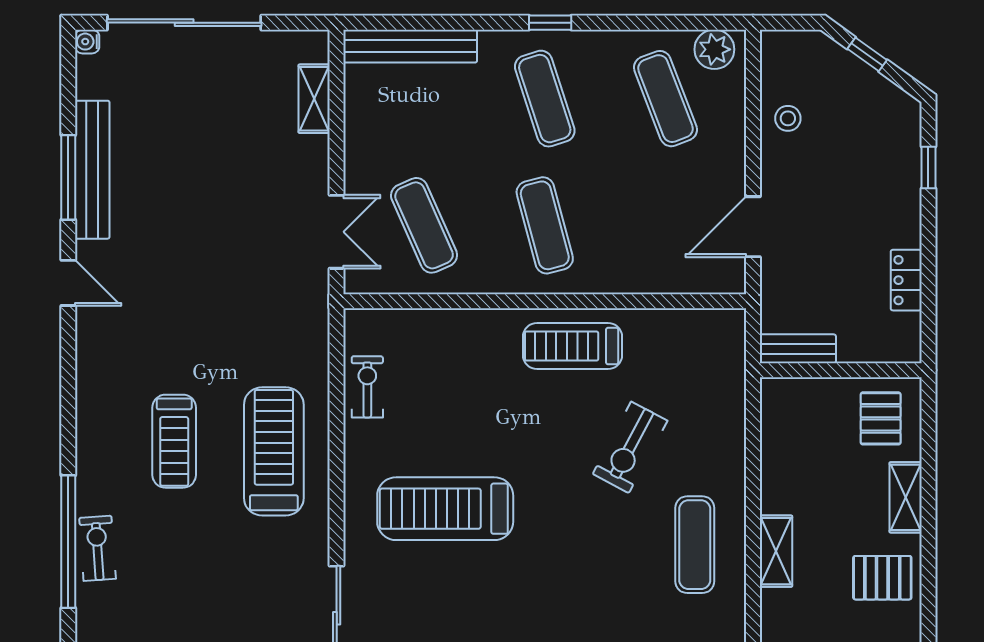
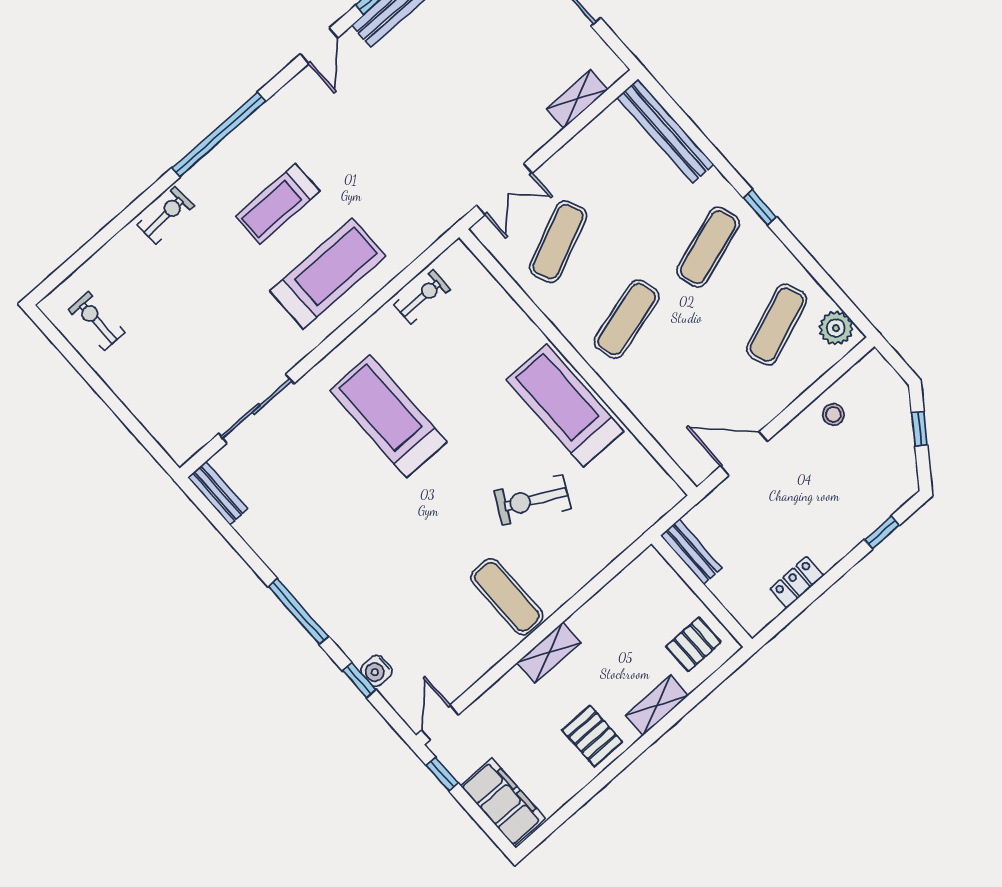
treadmill: (572, 346) -> (565, 405), width x1.37, depth x1.38
window: (68, 542) -> (219, 135), moved
exercise mat: (695, 545) -> (507, 597), turned 90

